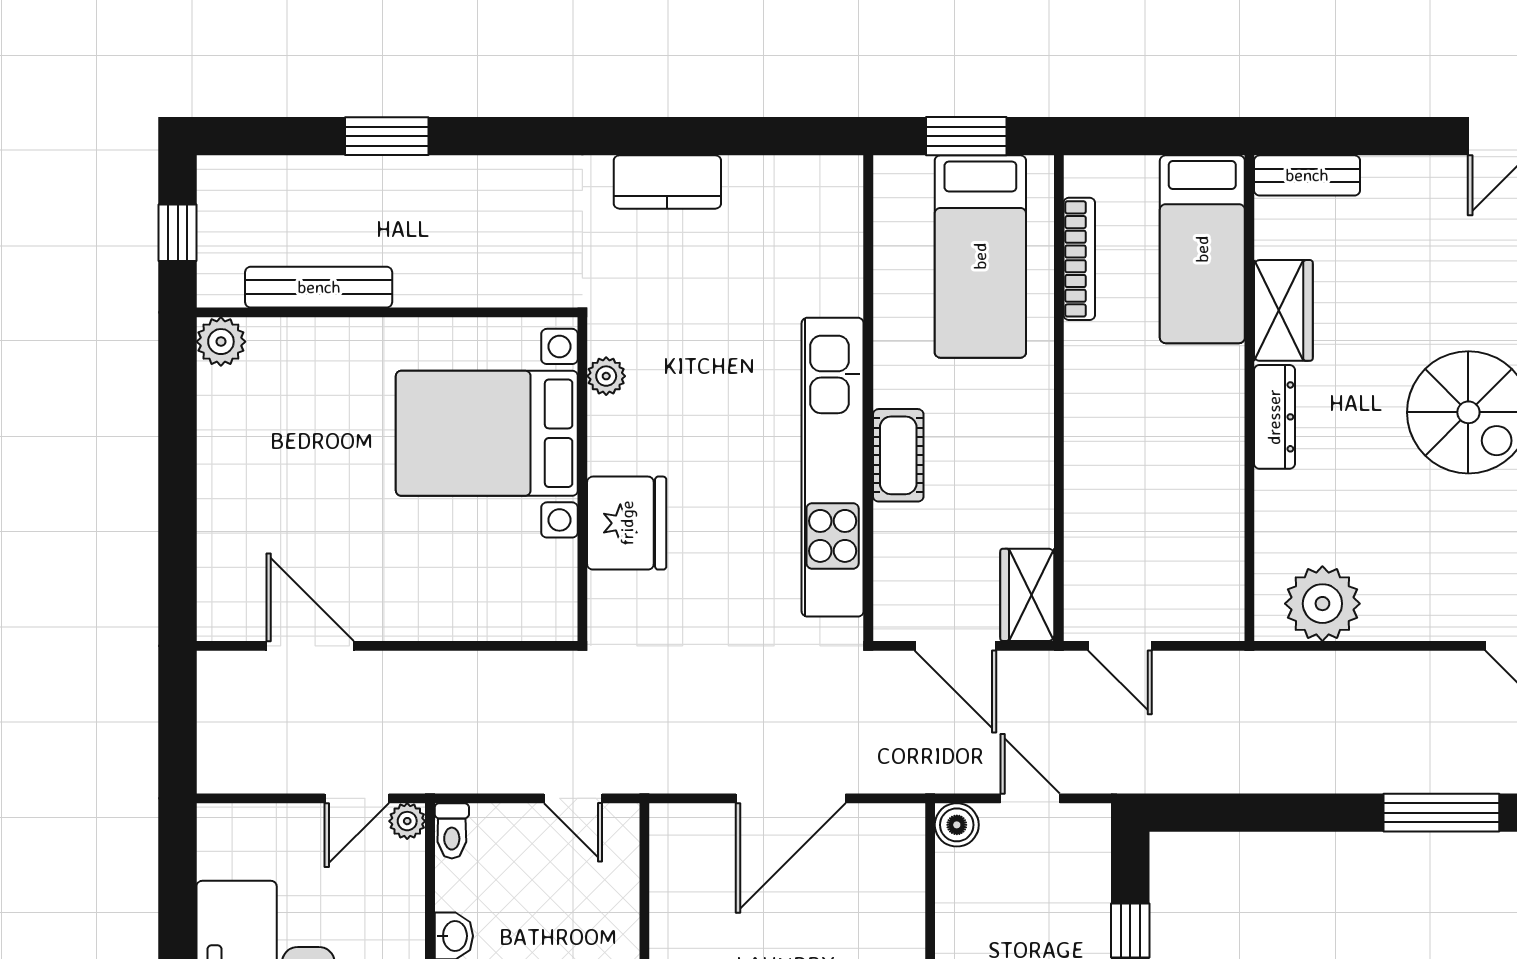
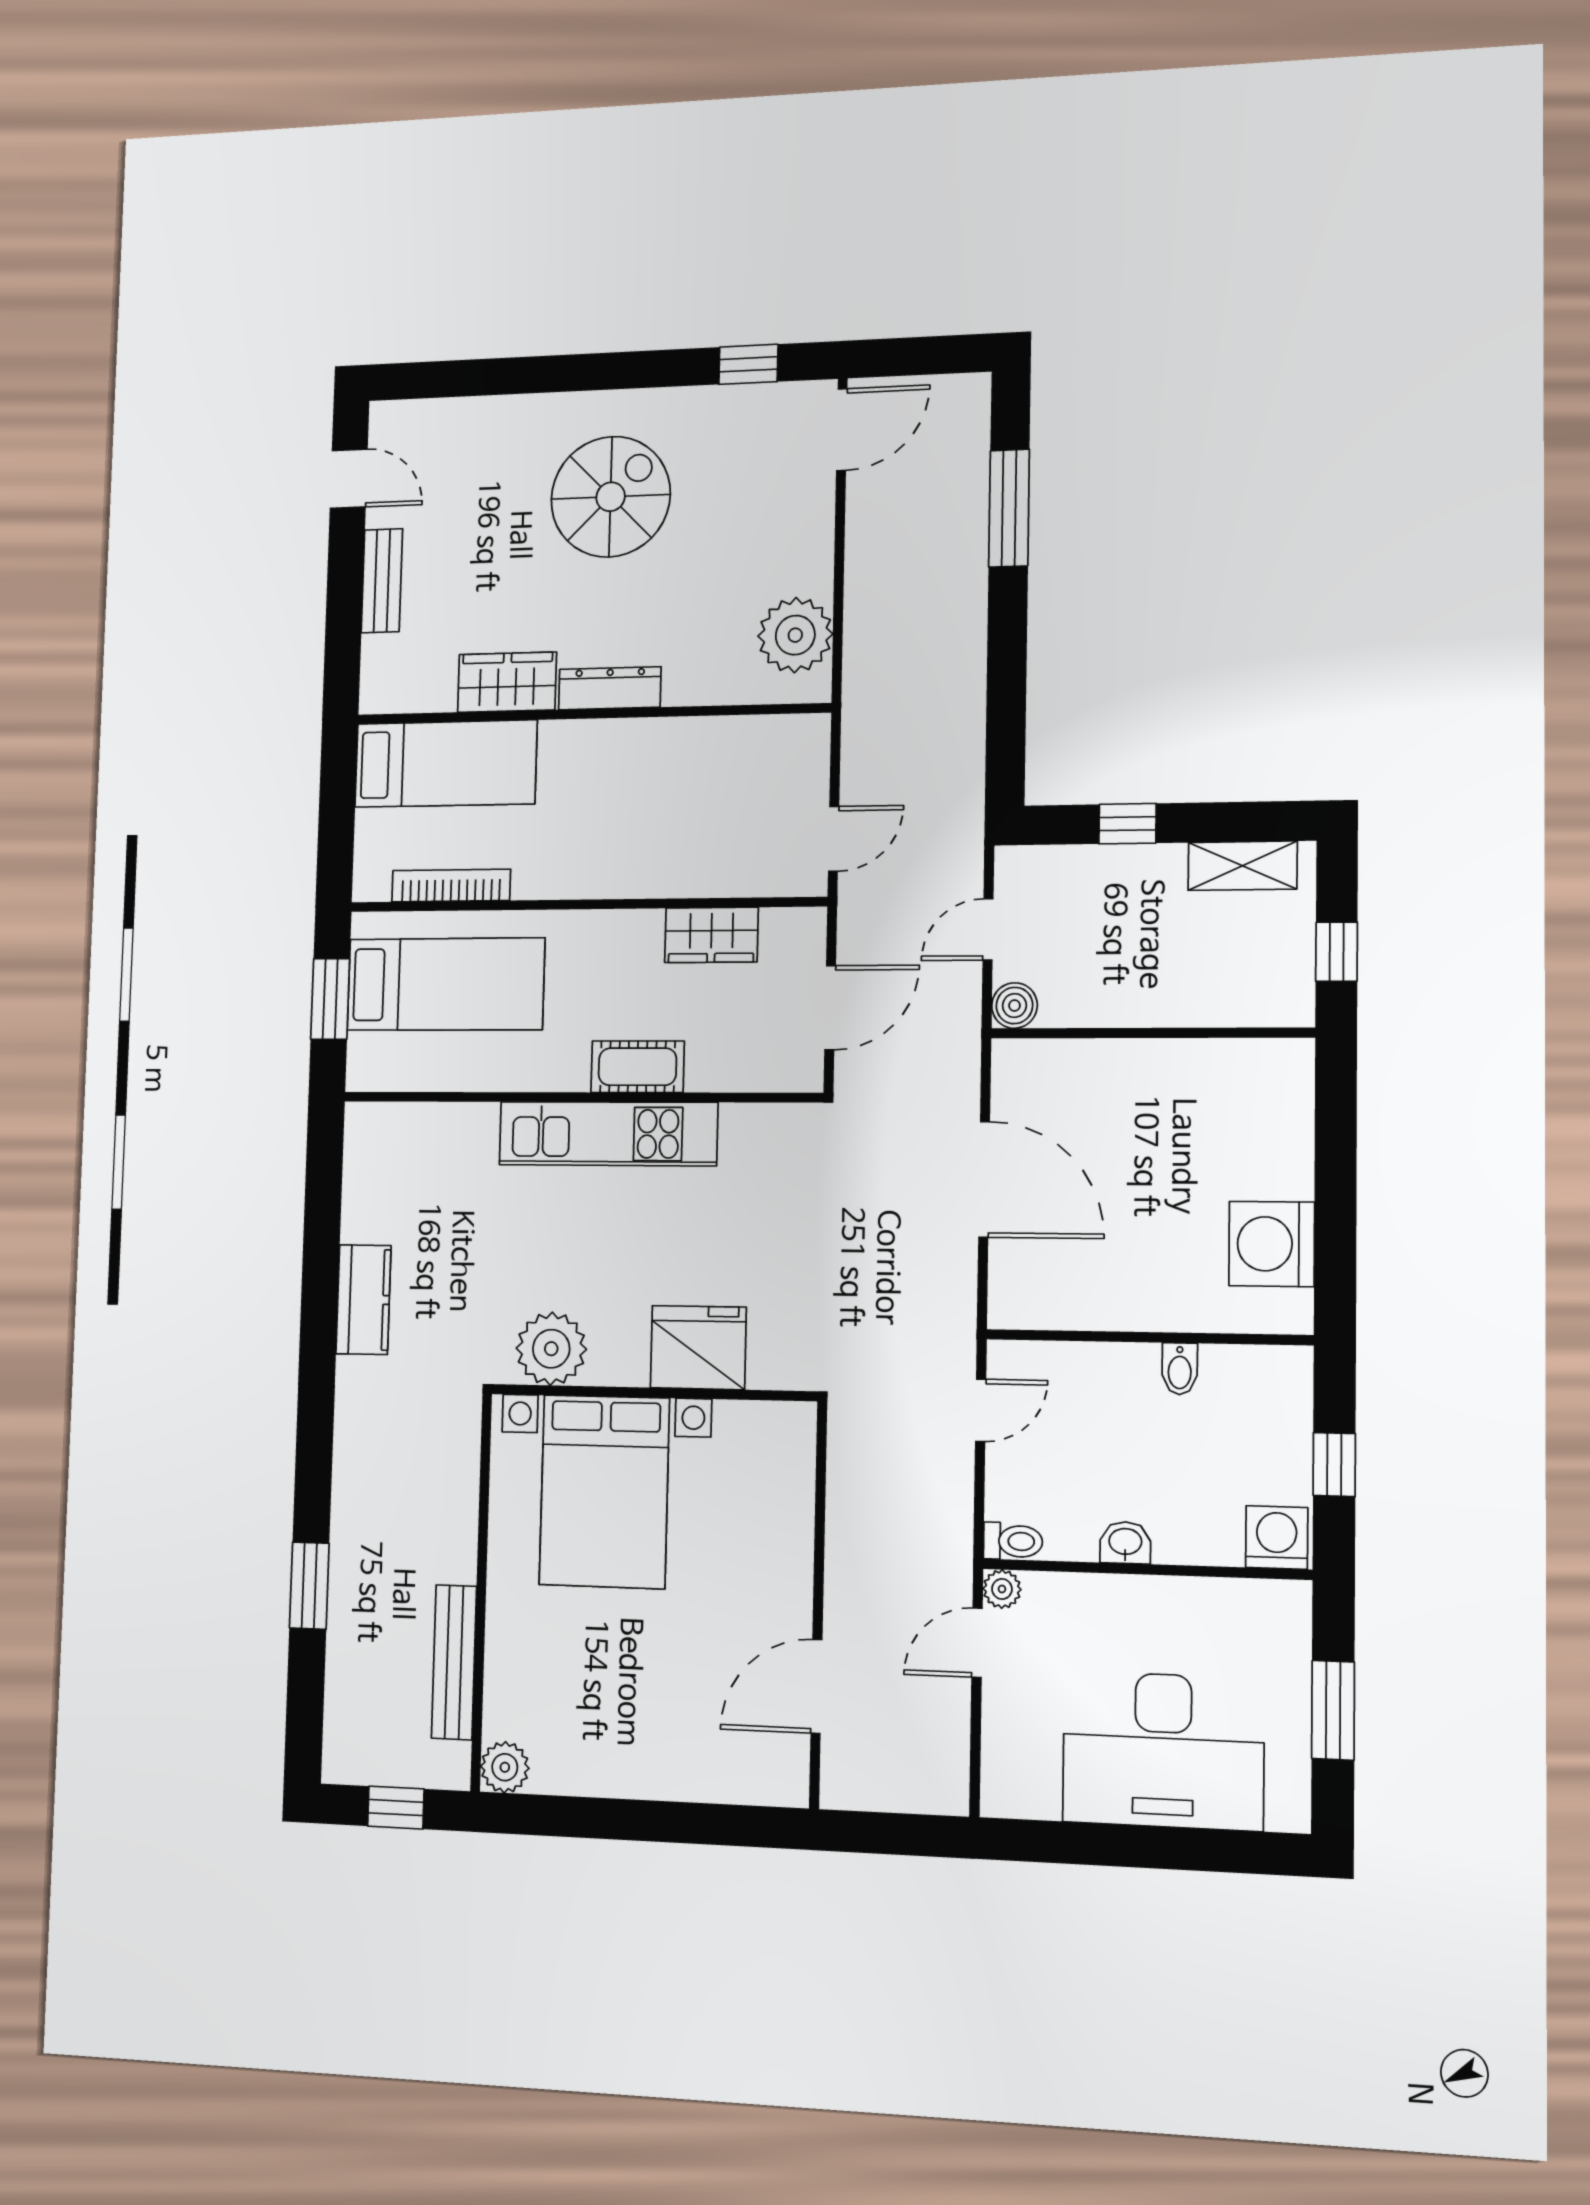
bench: (1307, 175) -> (382, 581), moved
plant: (606, 376) -> (551, 1349), width x1.87, depth x1.87
kitchen unit: (833, 467) -> (608, 1134), width x0.73
wardrobe: (1027, 595) -> (711, 935), moved
door: (357, 798) -> (977, 1643), swing flipped

